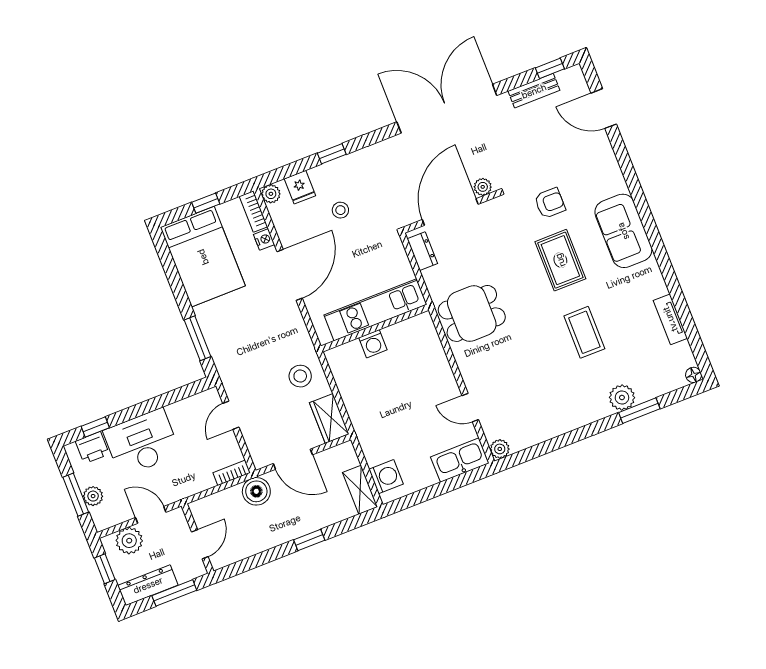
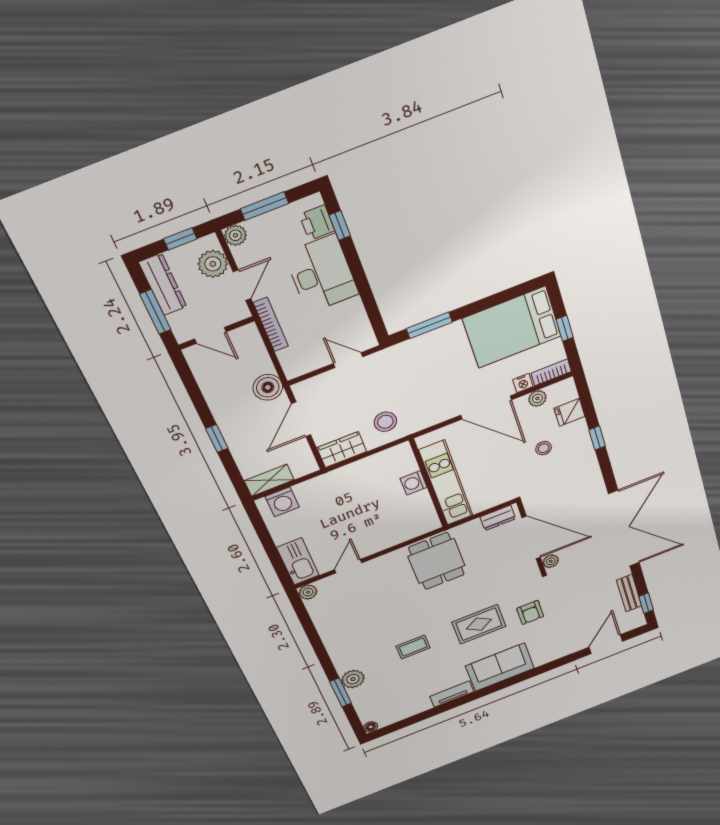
plant: (271, 194) -> (537, 398), moved
tv unit: (670, 319) -> (452, 694), moved
coffee table: (584, 332) -> (413, 647), width x0.73, depth x0.77
bookcase: (232, 473) -> (271, 324), moved, width x1.56
plant: (93, 496) -> (235, 235), moved

